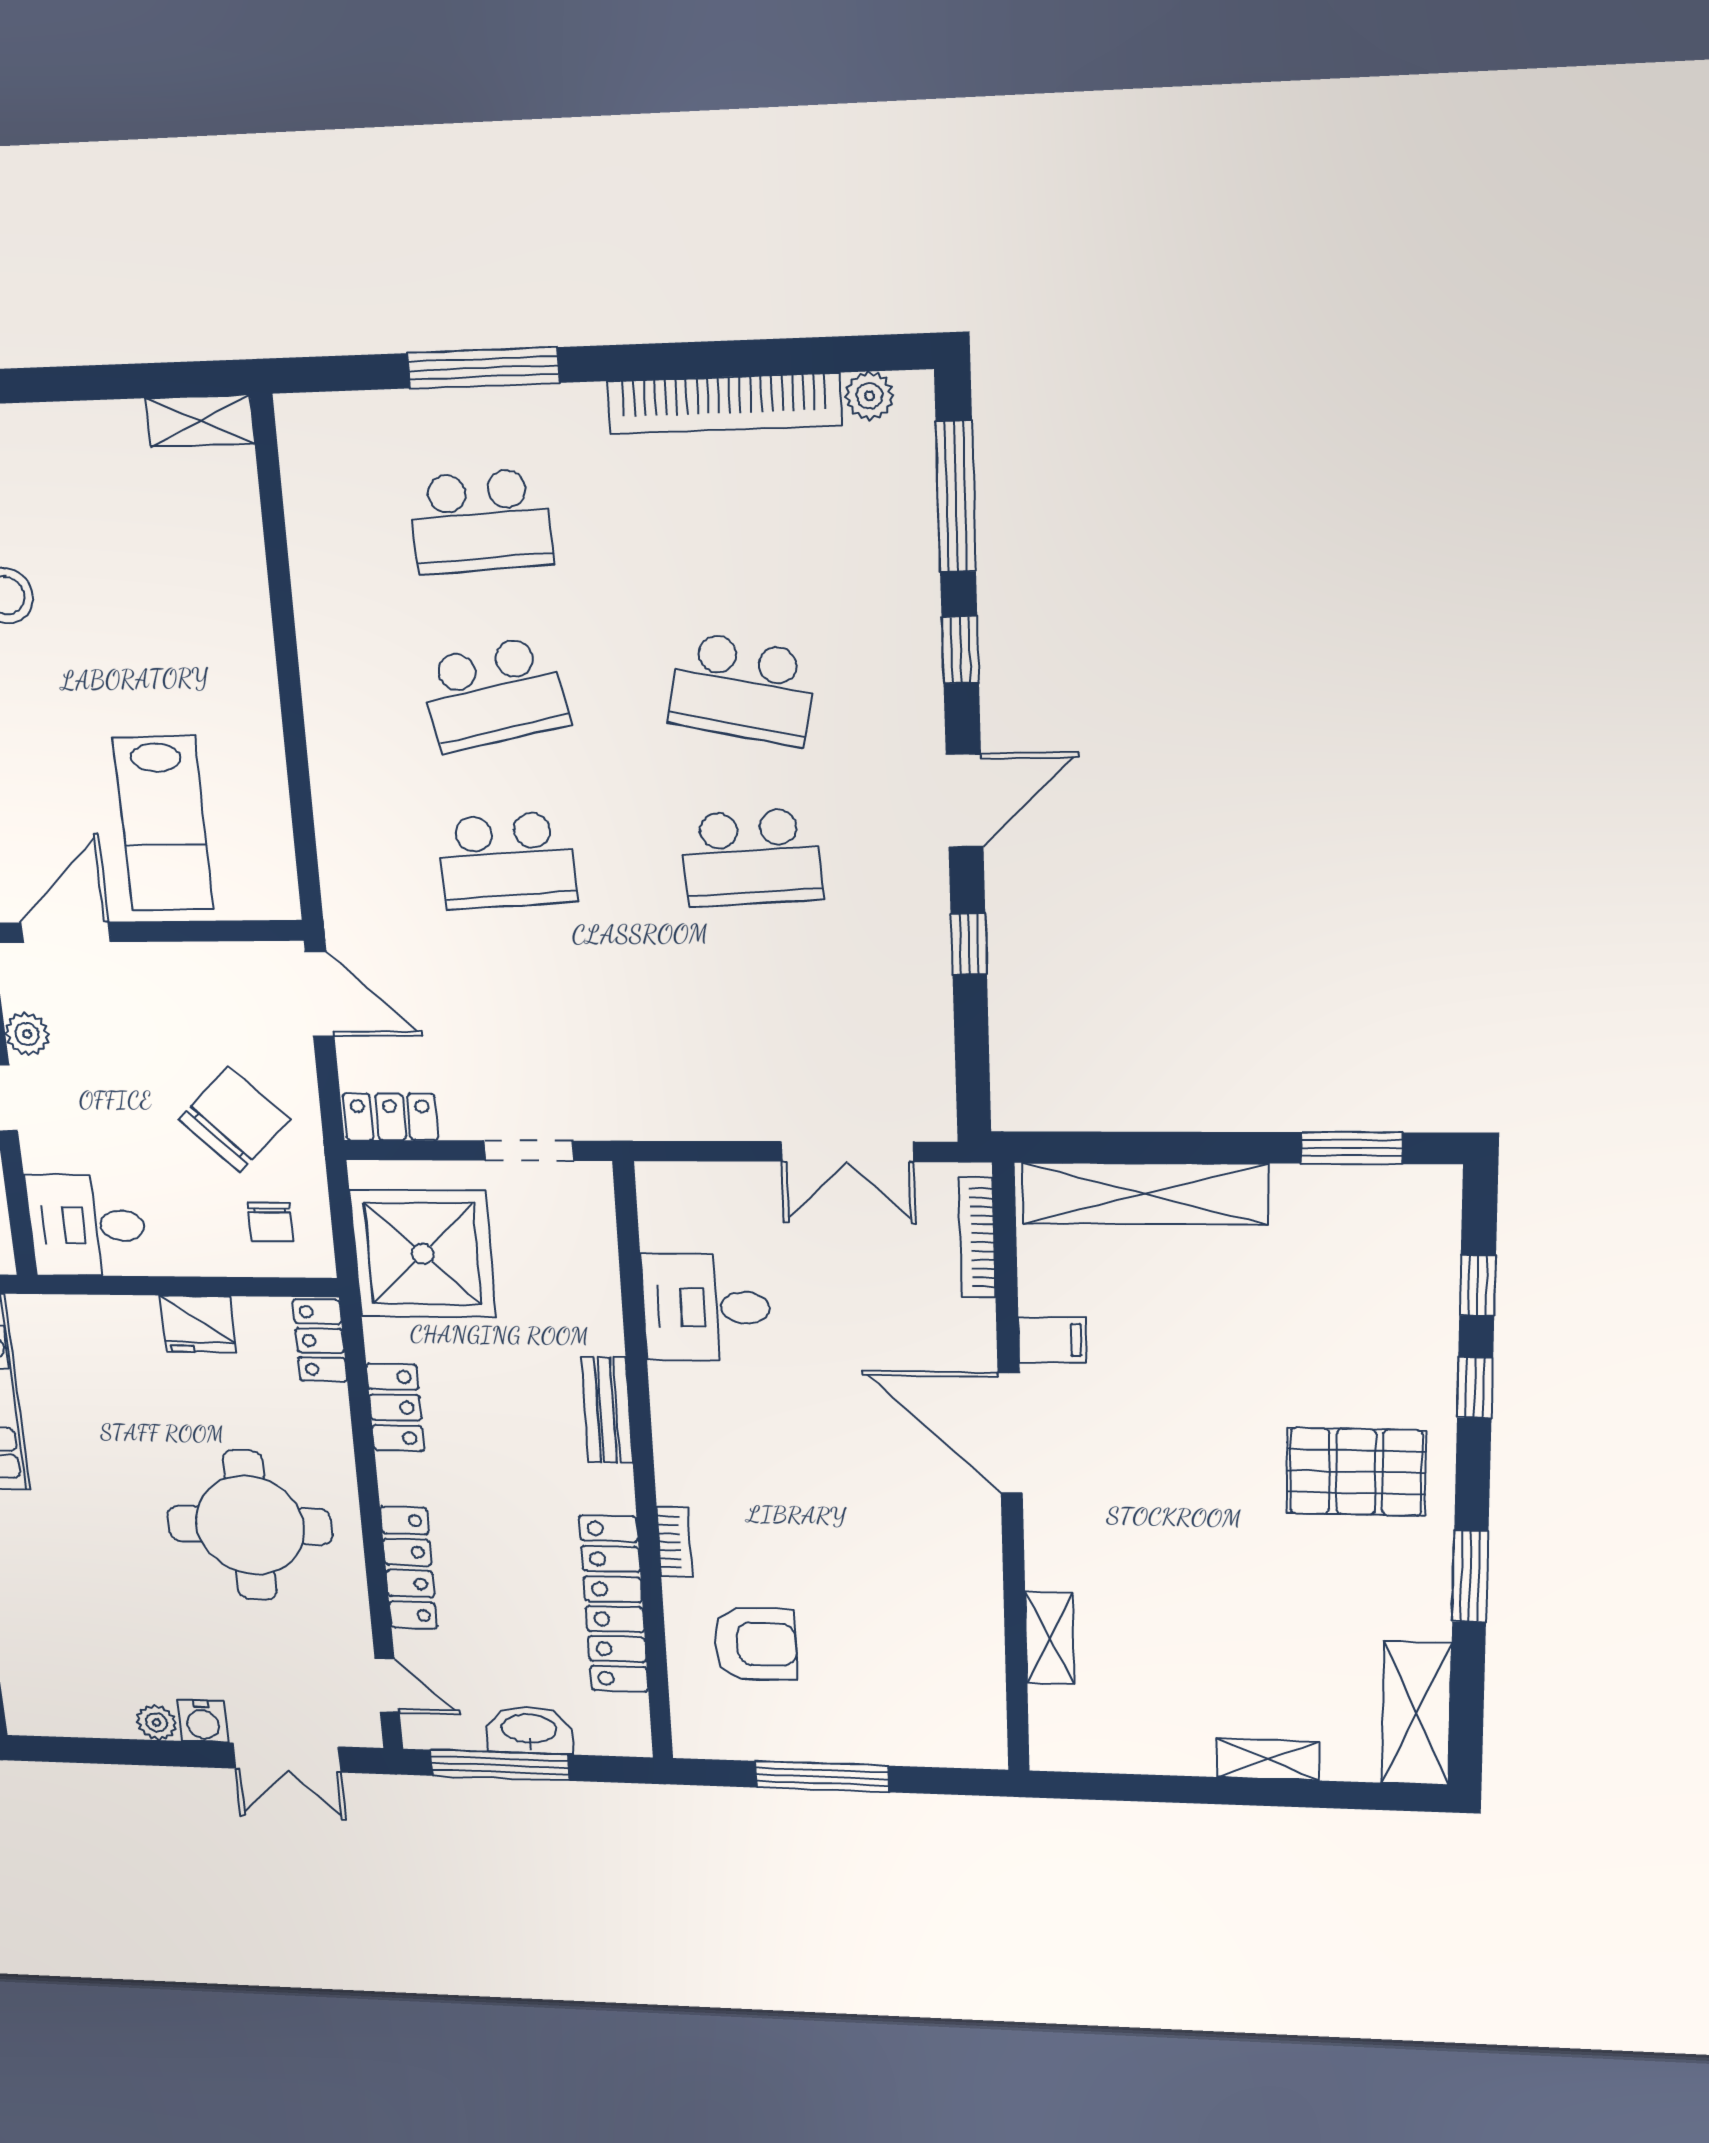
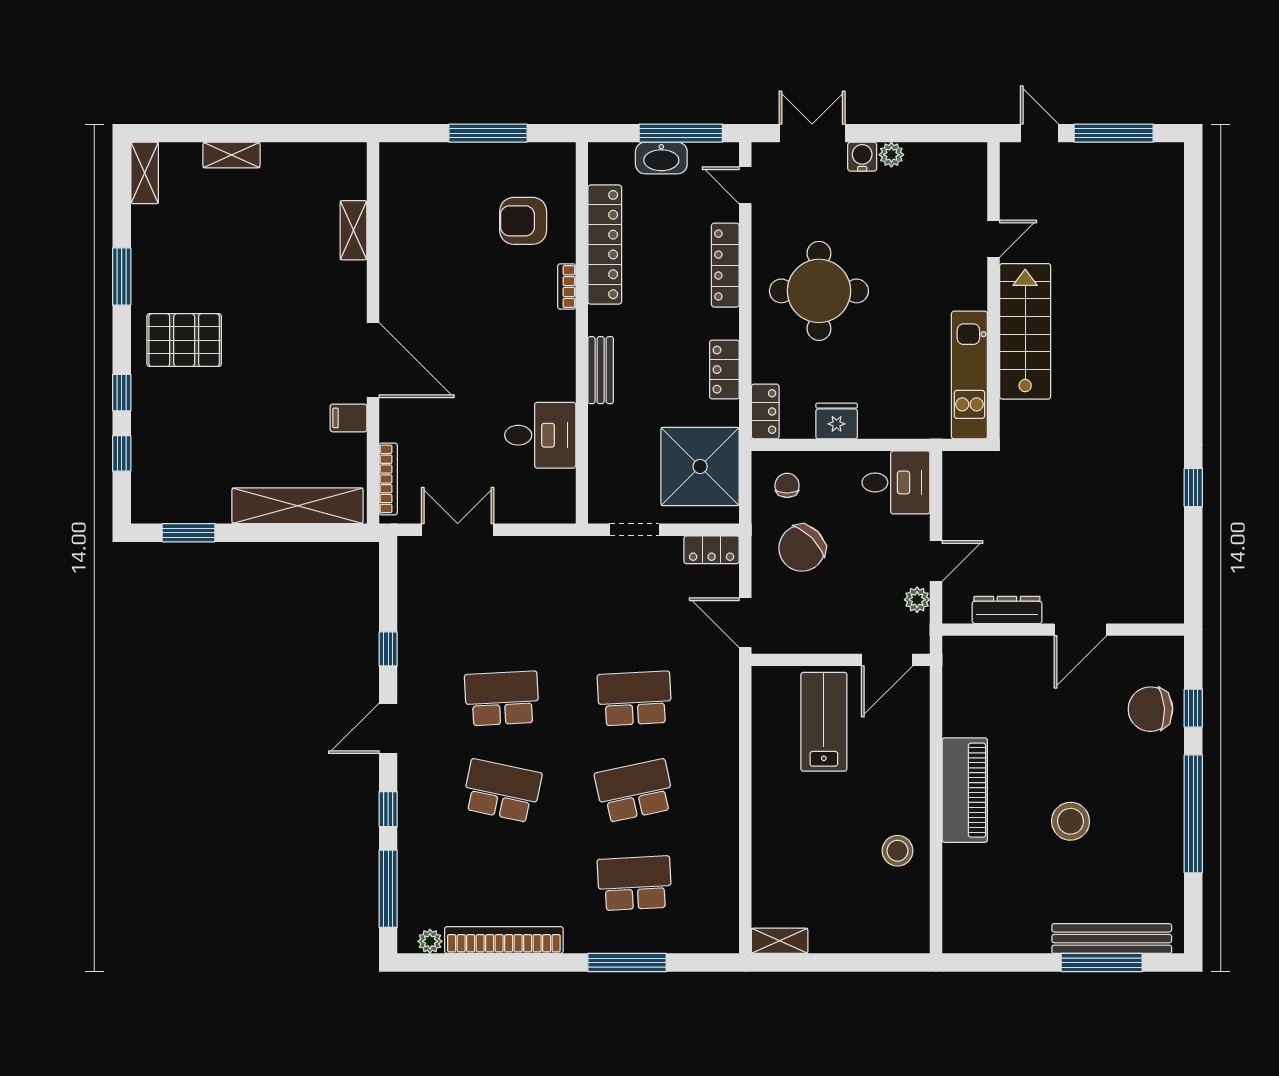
shelving: (1416, 1713) -> (145, 173), width x0.67, depth x0.75

